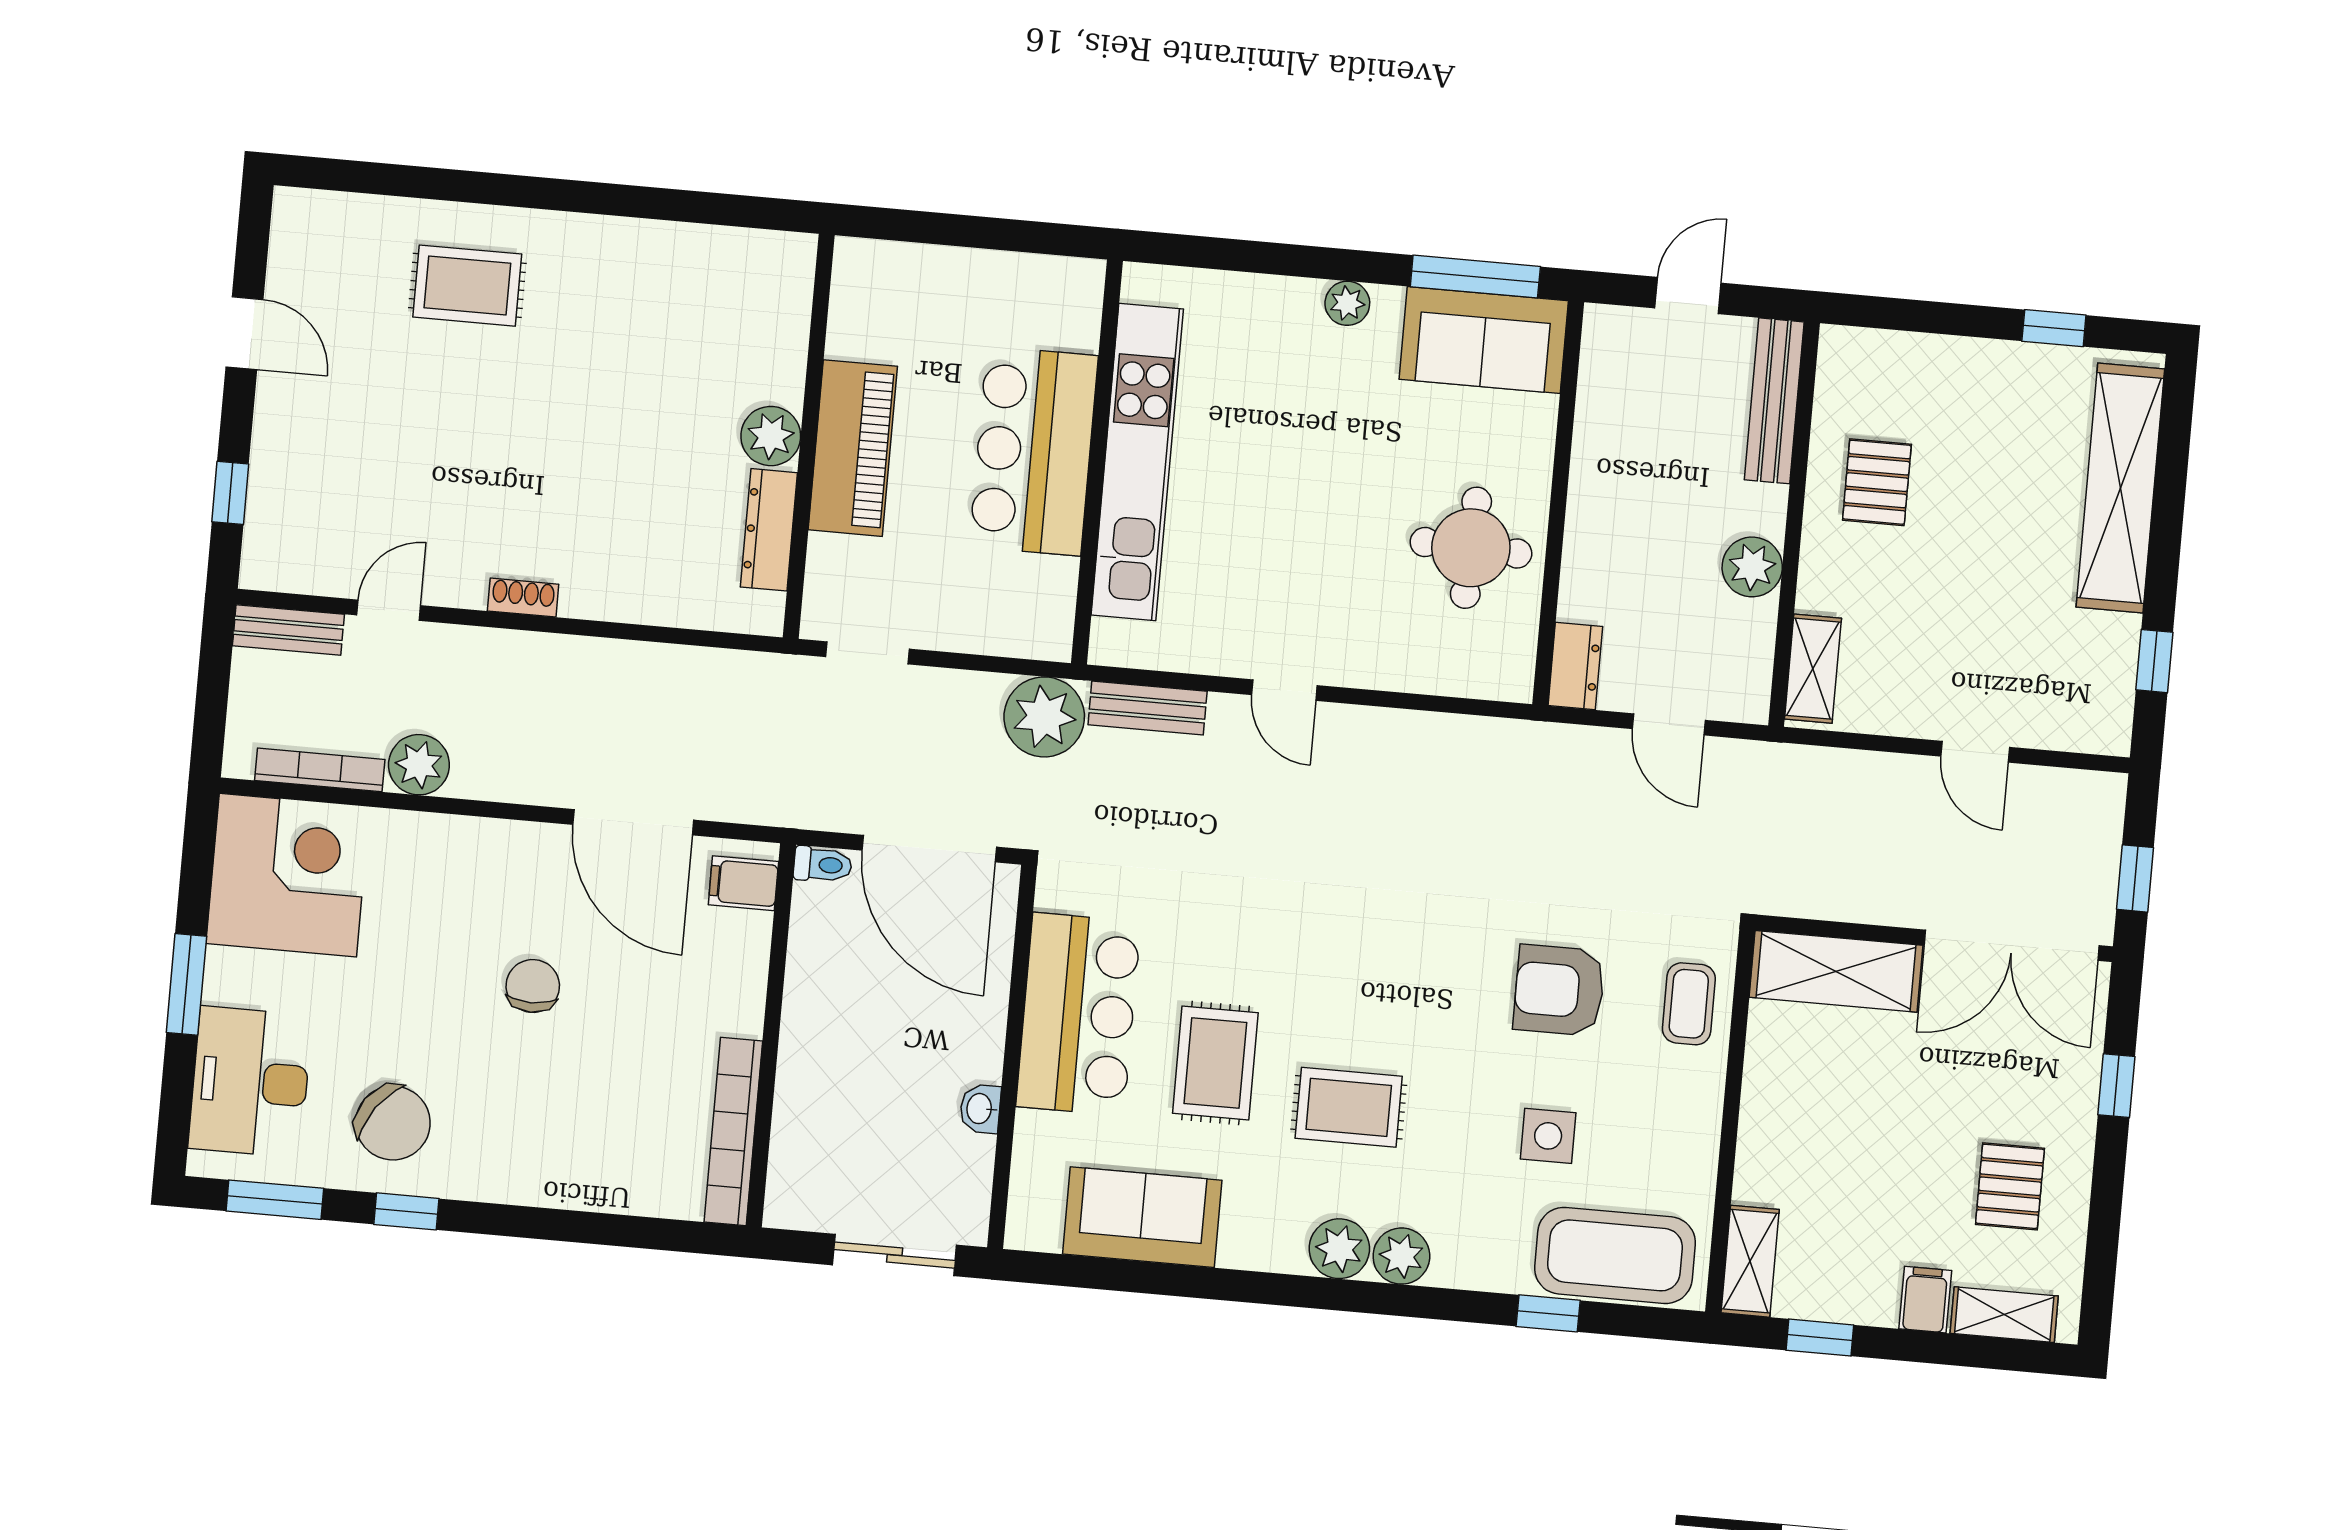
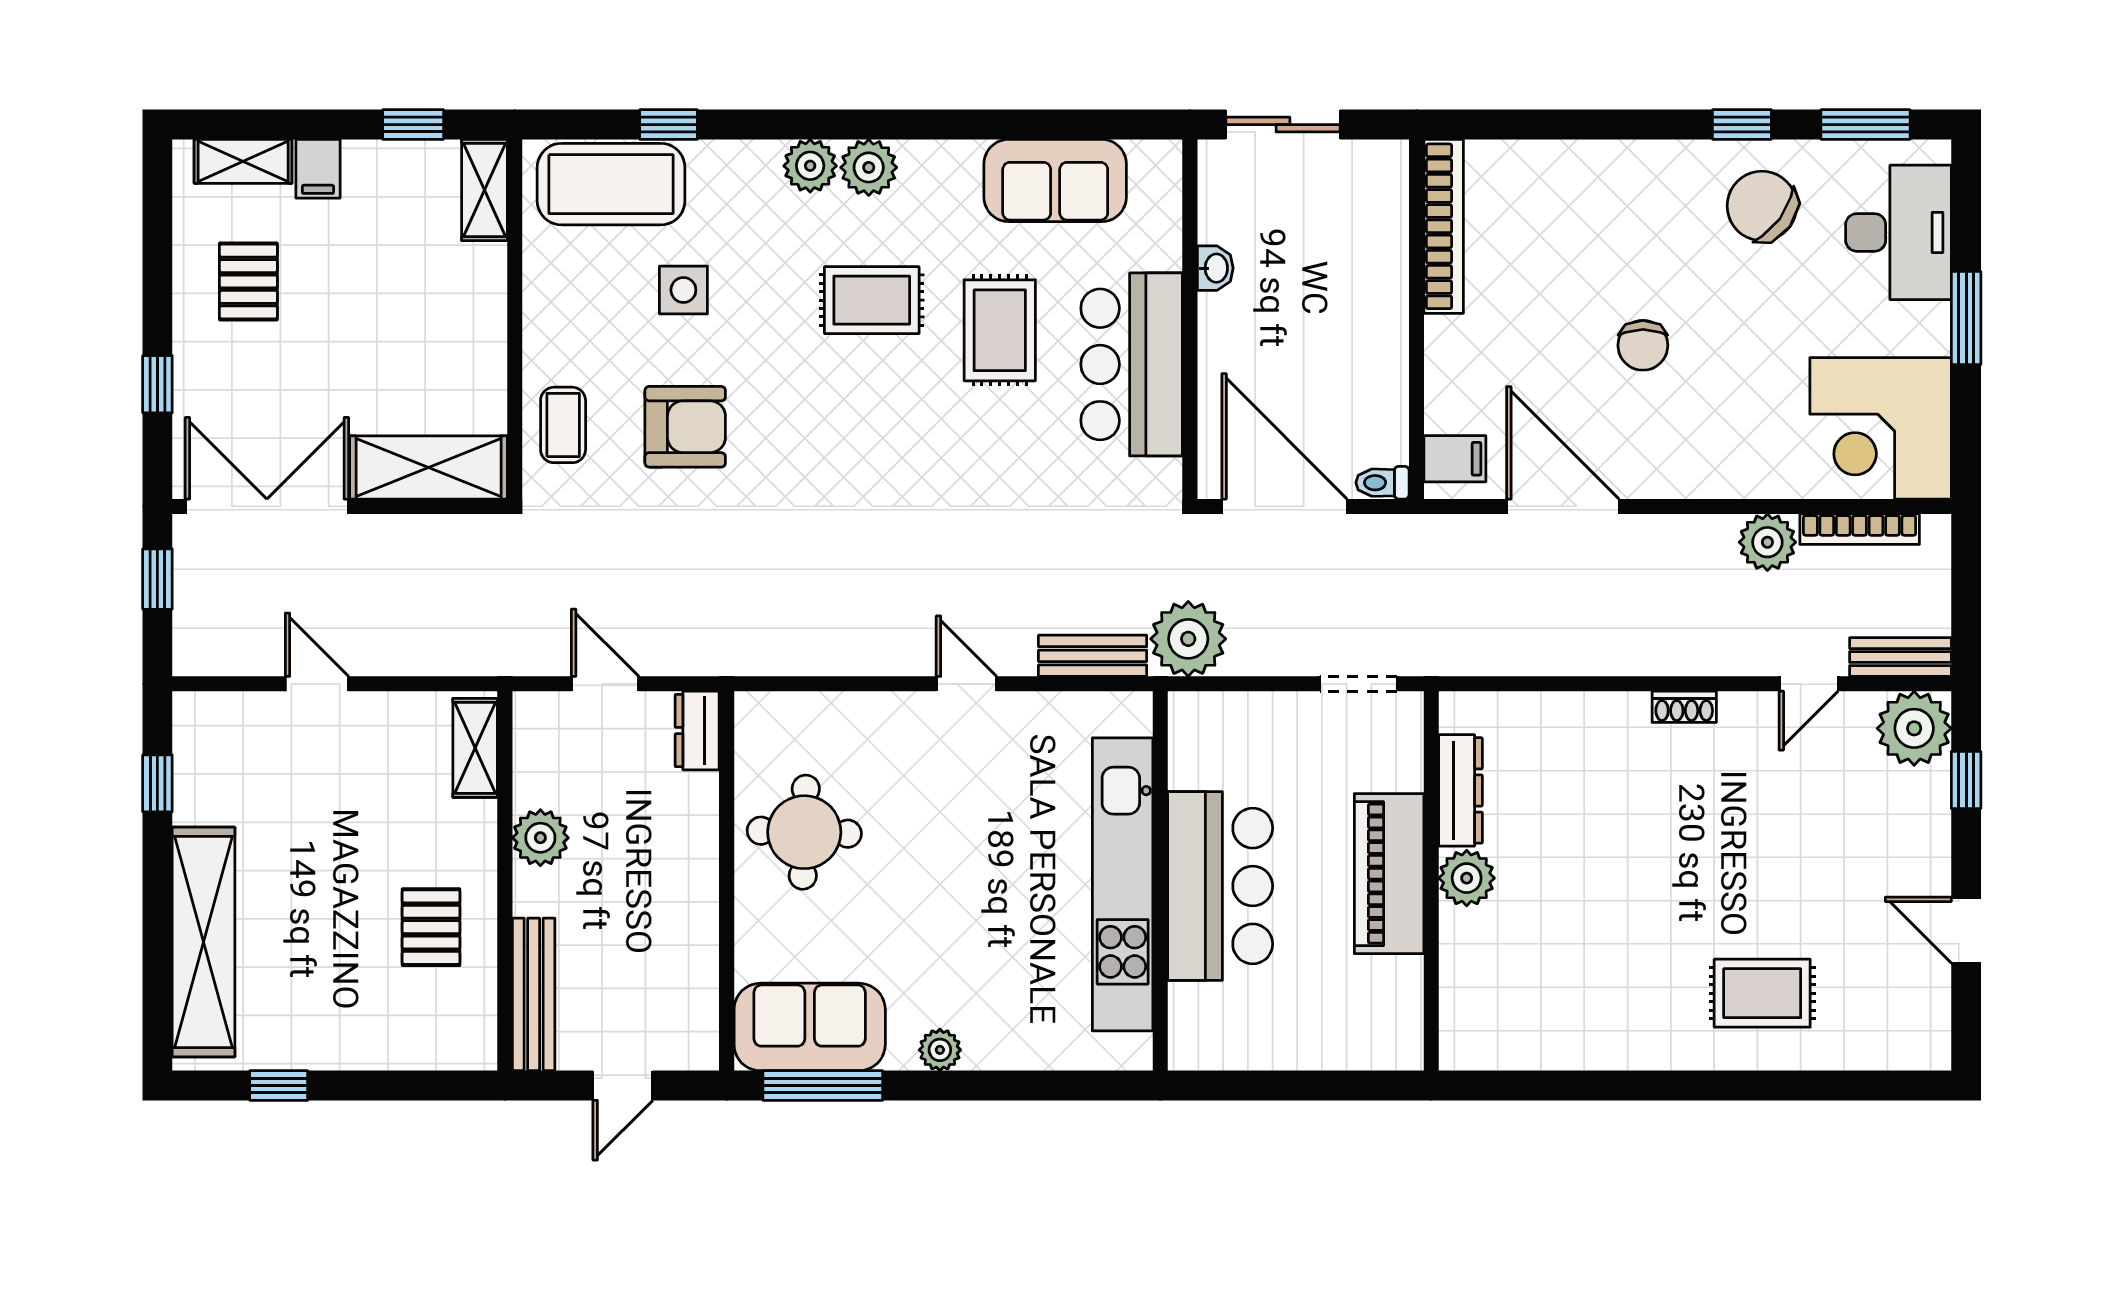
plant: (281, 553) -> (1914, 728), added

